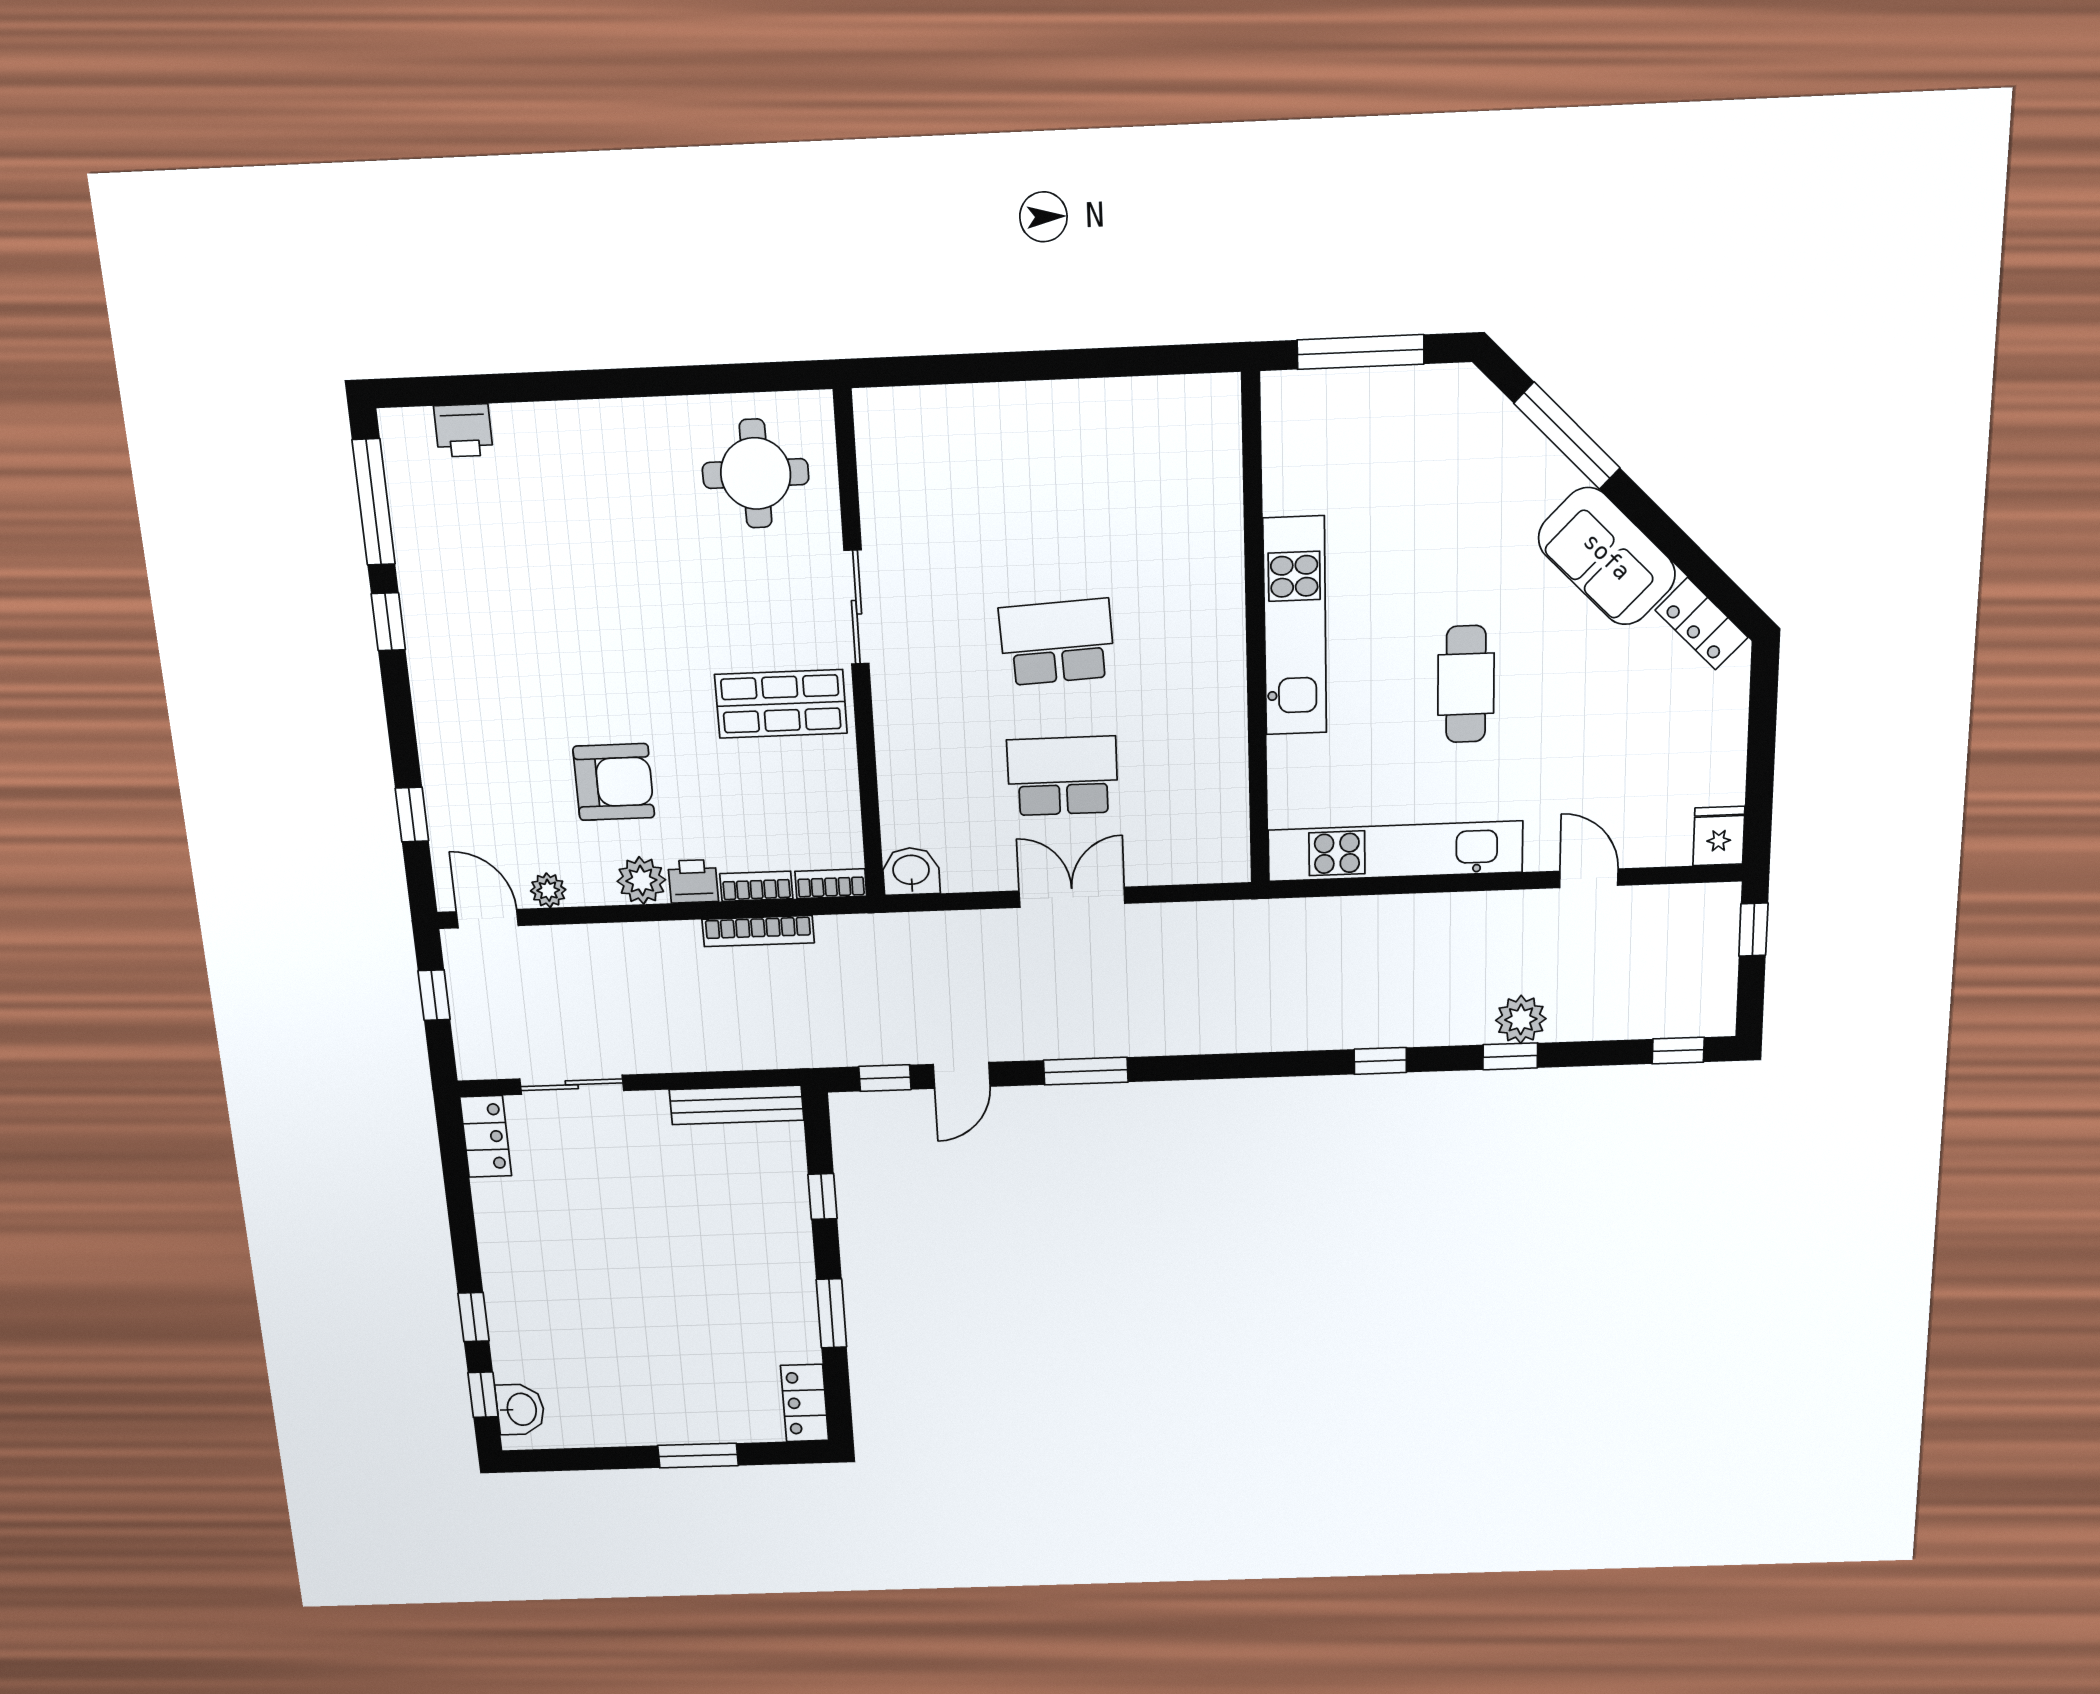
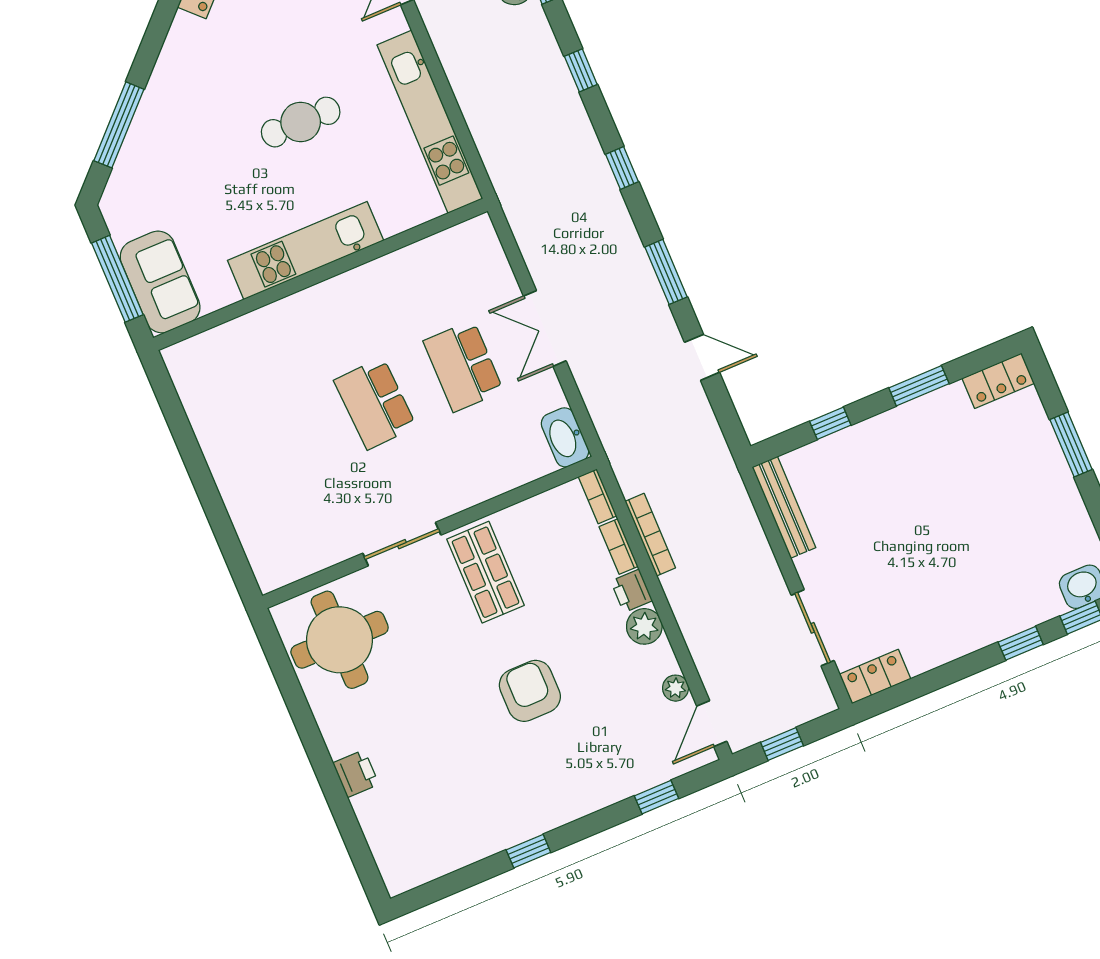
printer: (463, 431) -> (356, 774), moved
round table: (756, 474) -> (340, 640), width x1.36, depth x1.36
window: (374, 502) -> (452, 883), removed
sofa: (1607, 556) -> (160, 282), moved, turned -45
armchair: (614, 782) -> (530, 691), moved
washbasin: (911, 871) -> (565, 437), width x1.38
window: (885, 1078) -> (622, 168), moved

